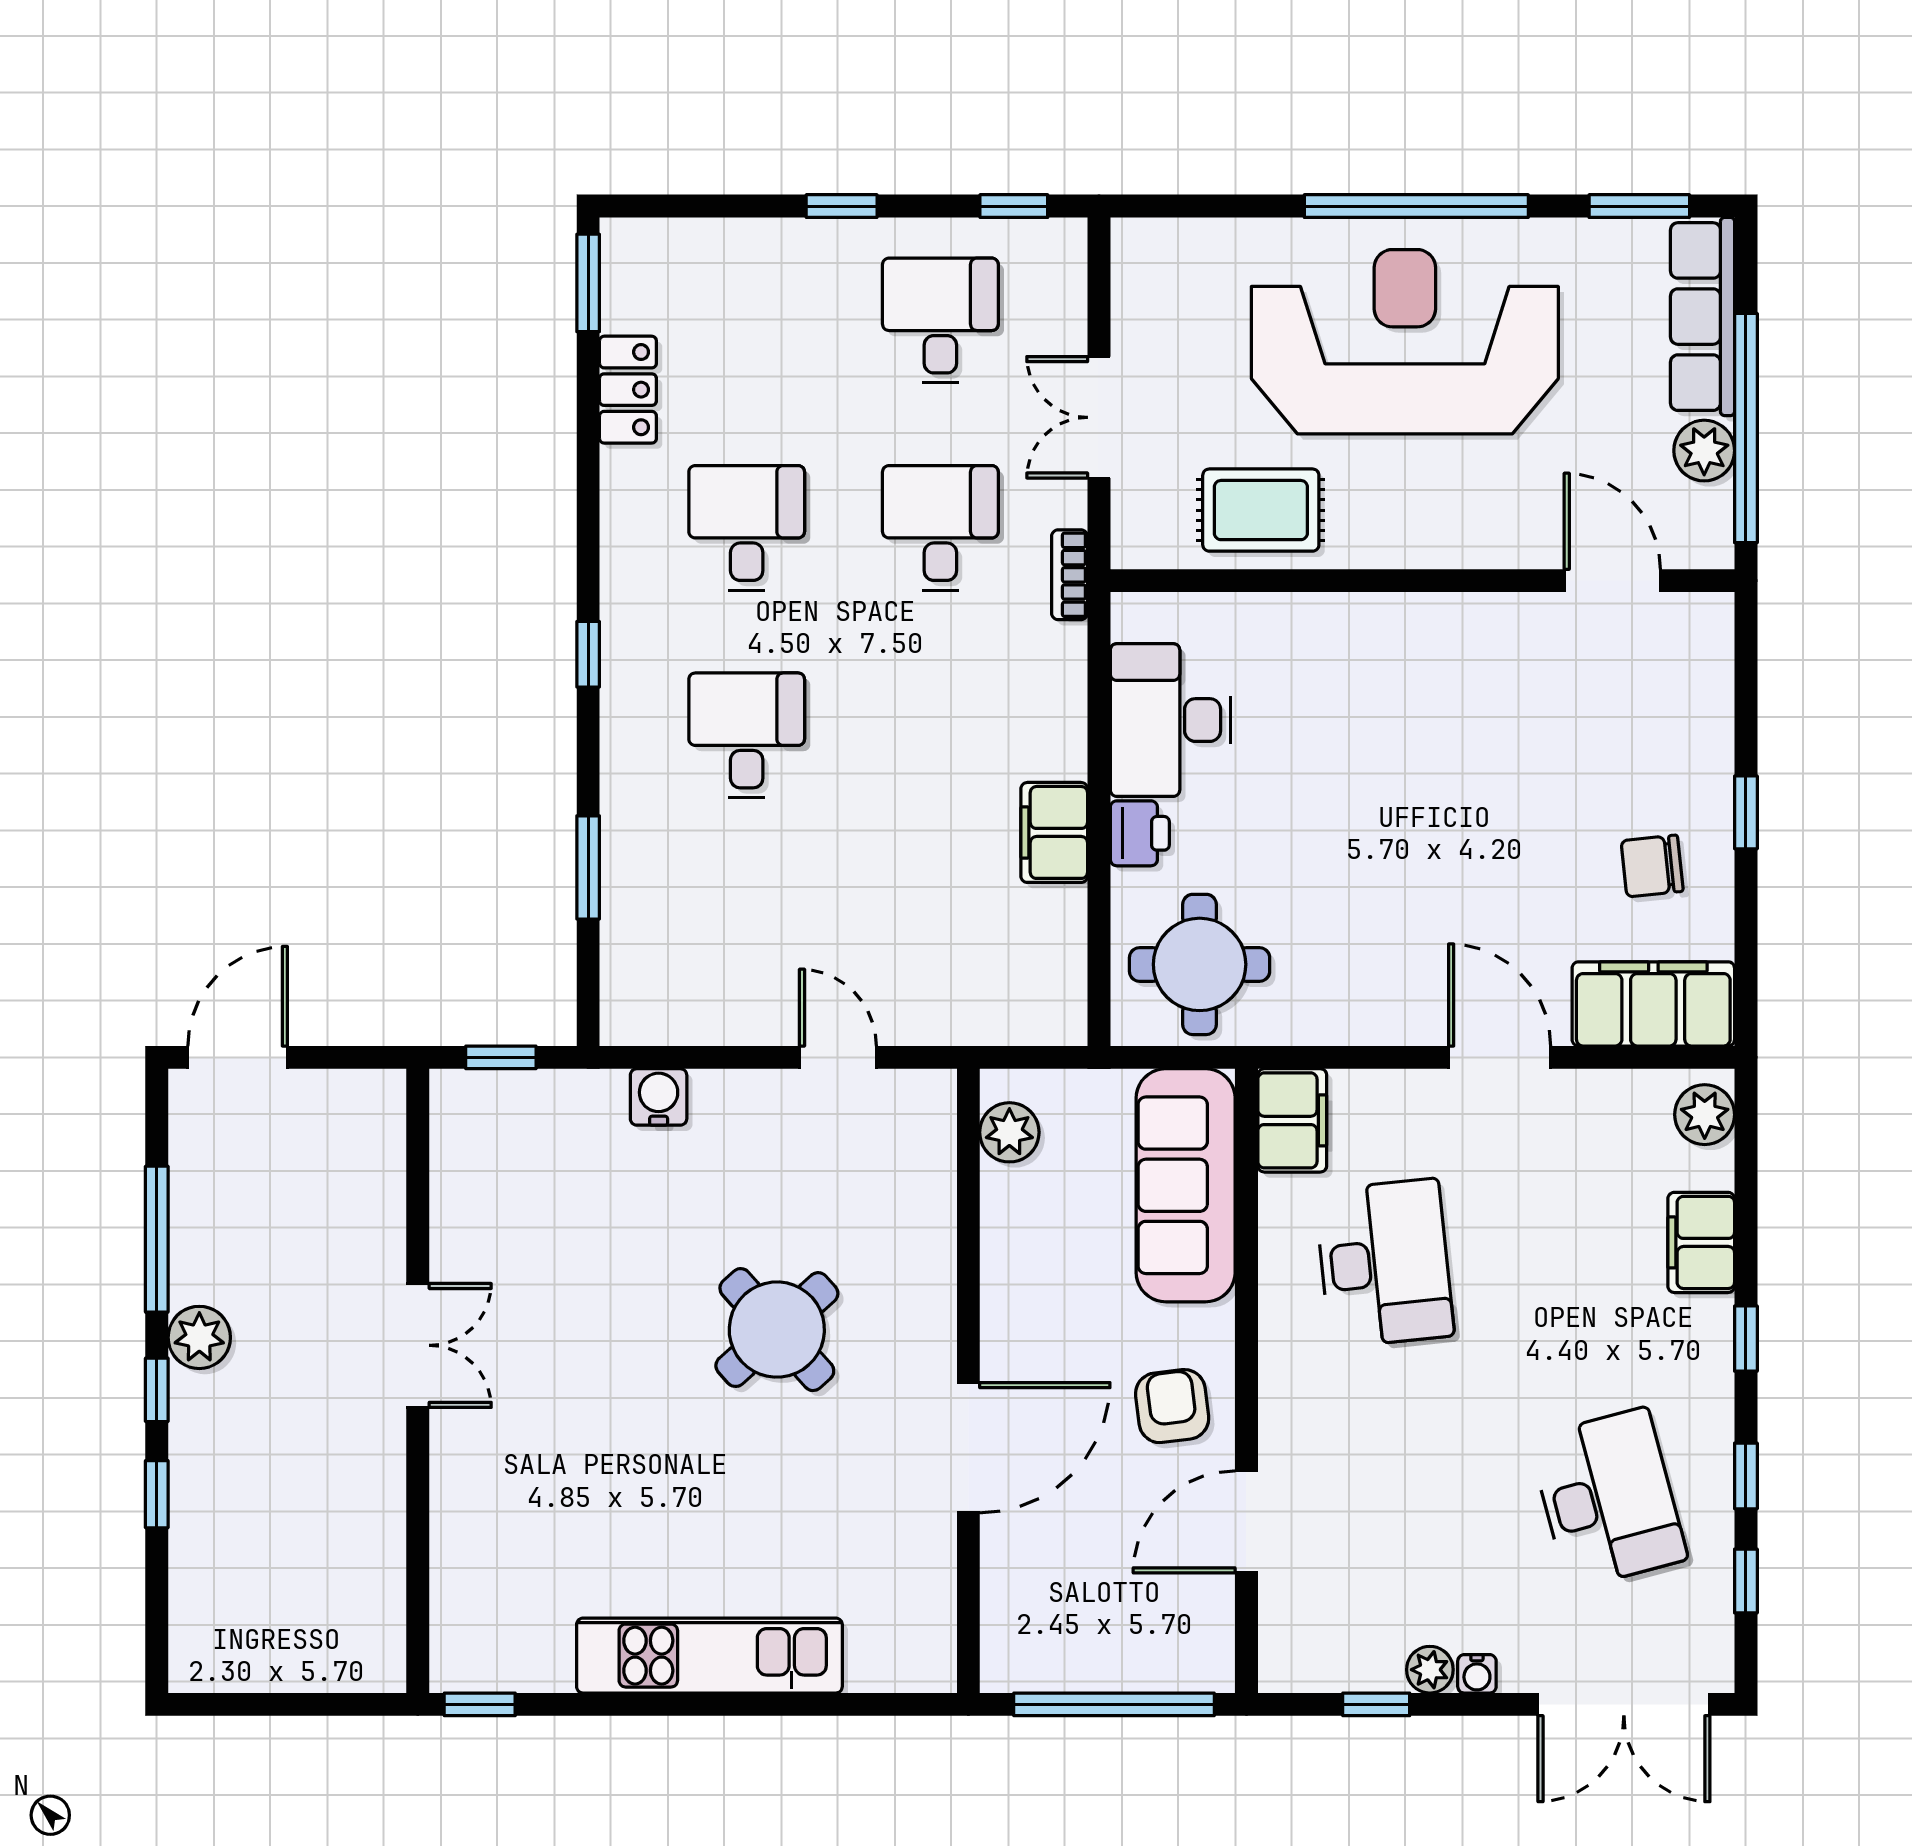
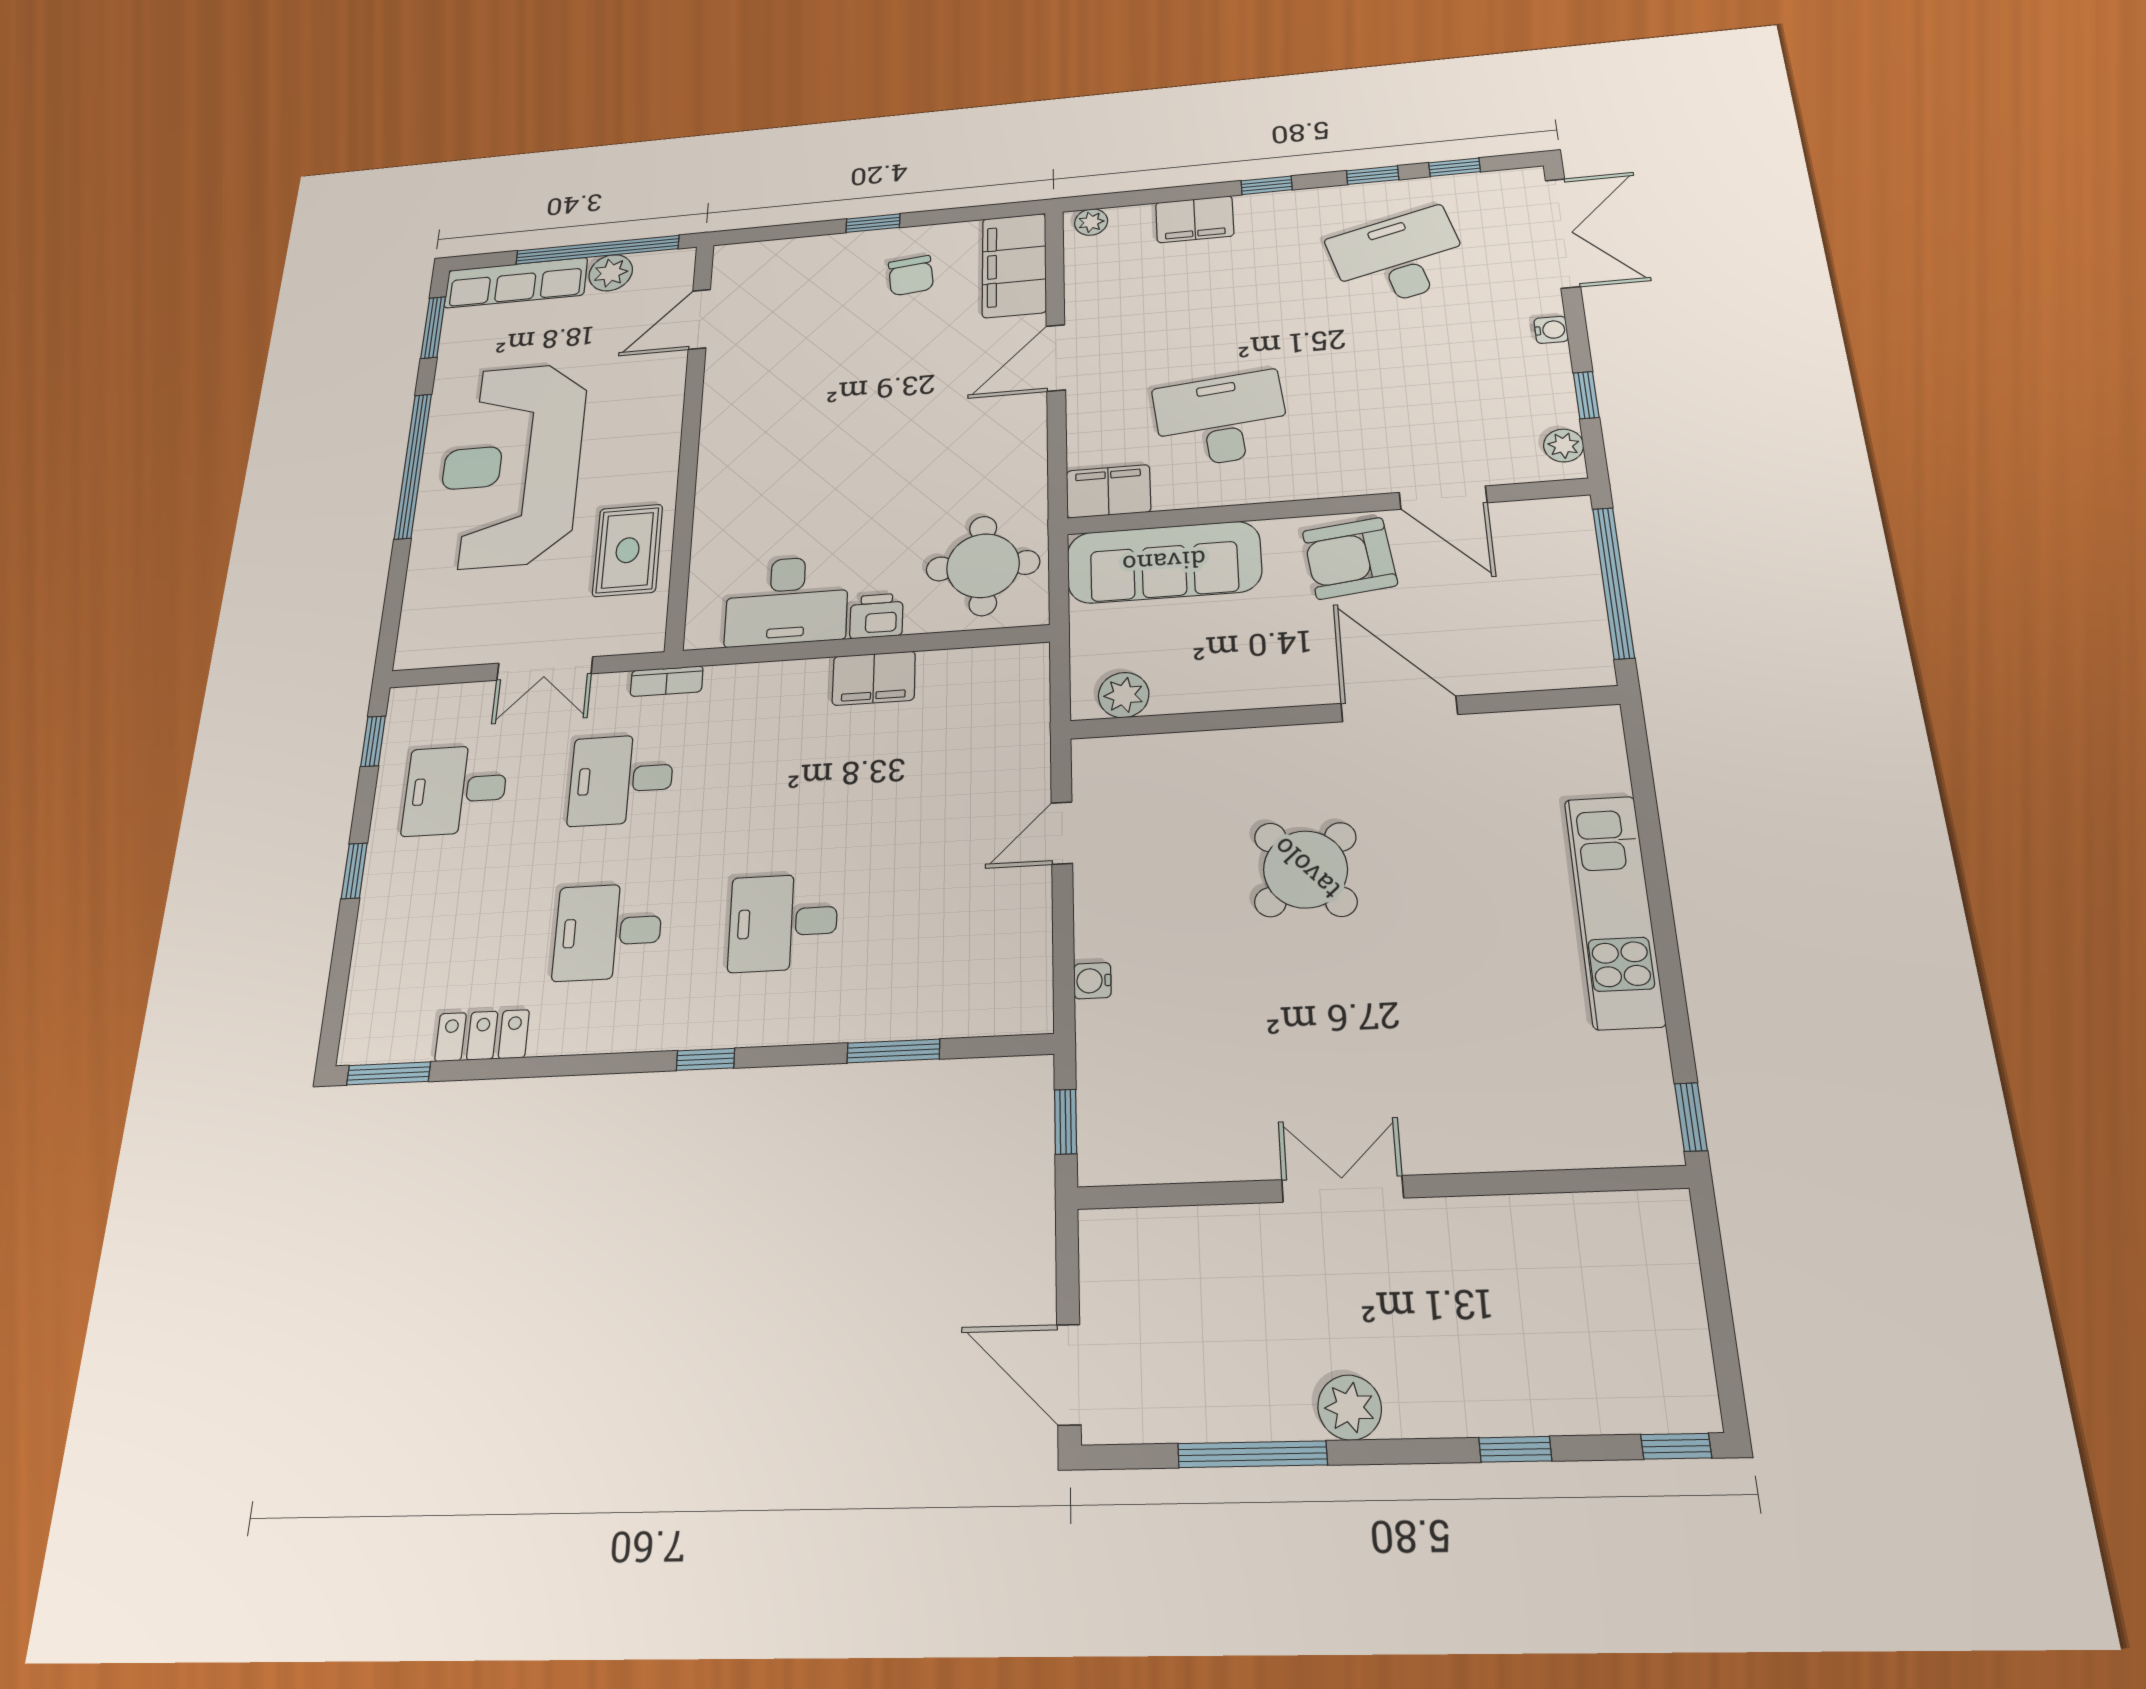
water cooler: (659, 1097) -> (1092, 981), width x0.72, depth x0.72
plant: (1705, 1115) -> (1091, 222), width x0.73, depth x0.73
window: (157, 1390) -> (1676, 1446), moved
armchair: (1172, 1406) -> (1350, 558), width x1.38, depth x1.38
plant: (1430, 1670) -> (1564, 445), moved

